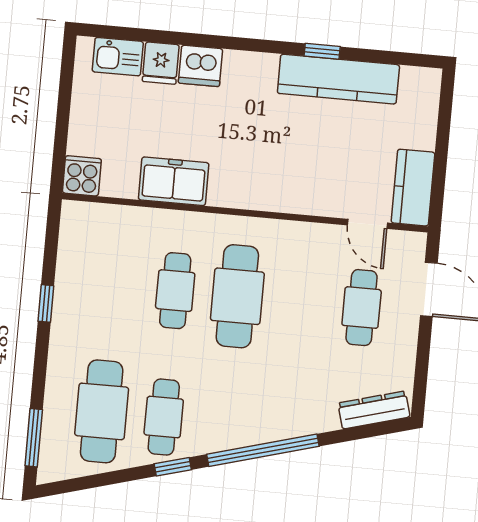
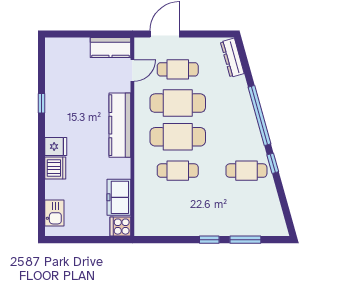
fridge: (161, 63) -> (56, 146), moved
kitchen counter: (338, 79) -> (120, 125), moved, turned 180
freezer: (174, 181) -> (119, 197), moved
window: (46, 303) -> (209, 240), moved
cafe table: (102, 411) -> (178, 103), moved
window: (34, 438) -> (245, 240), moved

